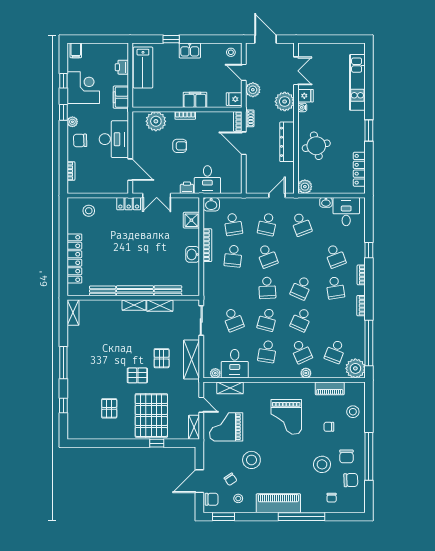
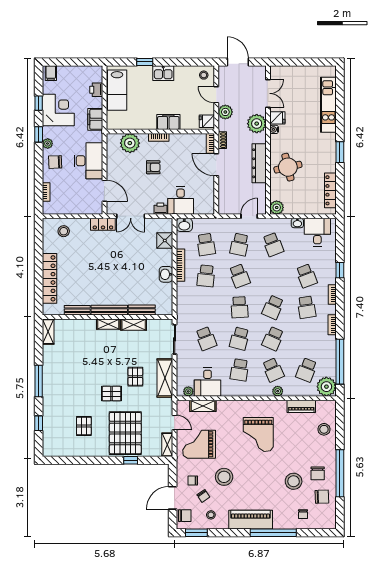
chair: (329, 427) -> (193, 480), moved

